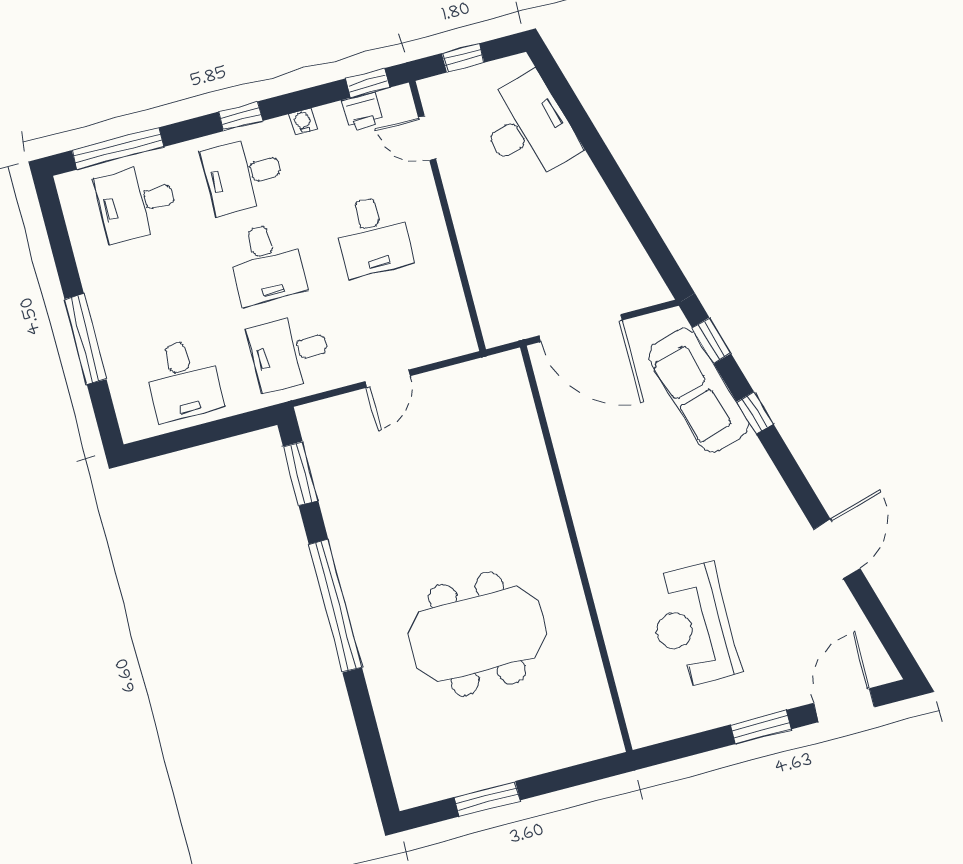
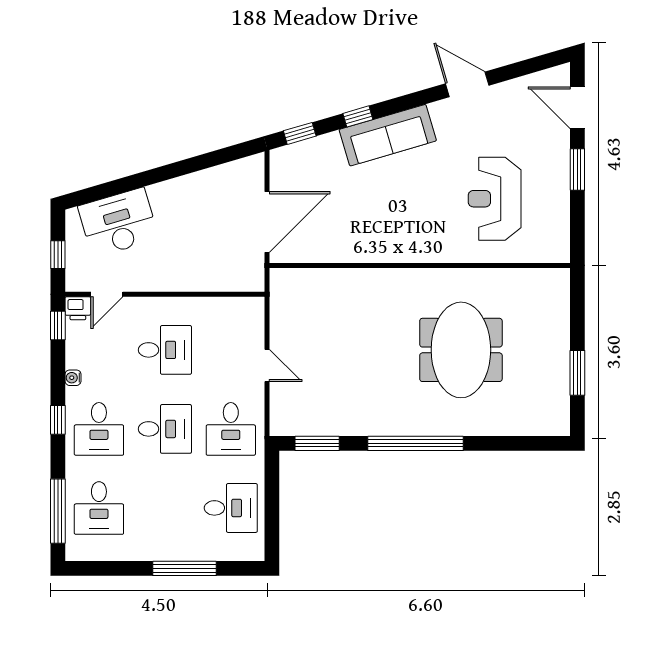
printer: (362, 112) -> (78, 308), moved, turned 90
sofa: (699, 390) -> (388, 135), moved
reception desk: (692, 626) -> (495, 199), turned 90

